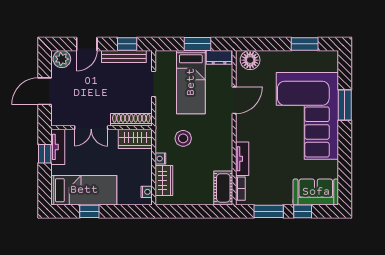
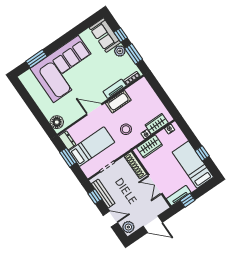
window: (305, 44) -> (27, 98), removed
door: (234, 100) -> (94, 109), moved
window: (345, 105) -> (36, 59), moved
double door: (91, 128) -> (155, 184), swing flipped
wardrobe: (135, 139) -> (149, 146), moved, turned 90
cot: (223, 188) -> (118, 102), moved
plant: (284, 197) -> (120, 51), added

